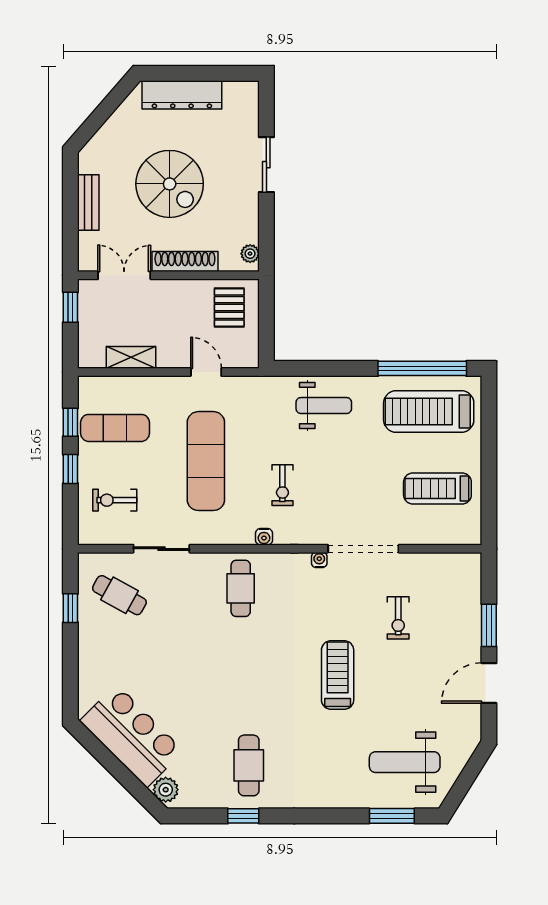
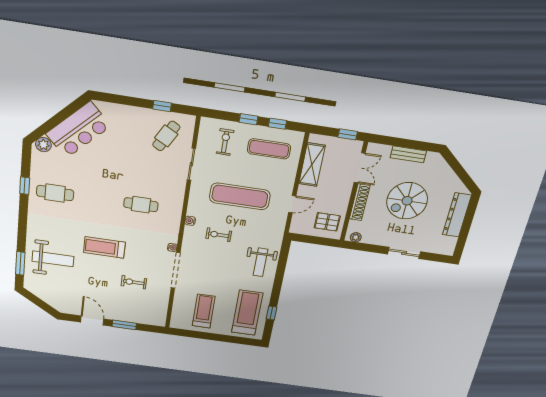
shelving: (131, 357) -> (312, 165), width x1.50, depth x1.33
window: (422, 368) -> (272, 313), width x0.32
exercise mat: (115, 428) -> (269, 149), turned 90
cafe table: (241, 588) -> (141, 205), moved
treadmill: (338, 675) -> (104, 247), turned 180
weight bench: (405, 762) -> (53, 259), moved, turned 90

